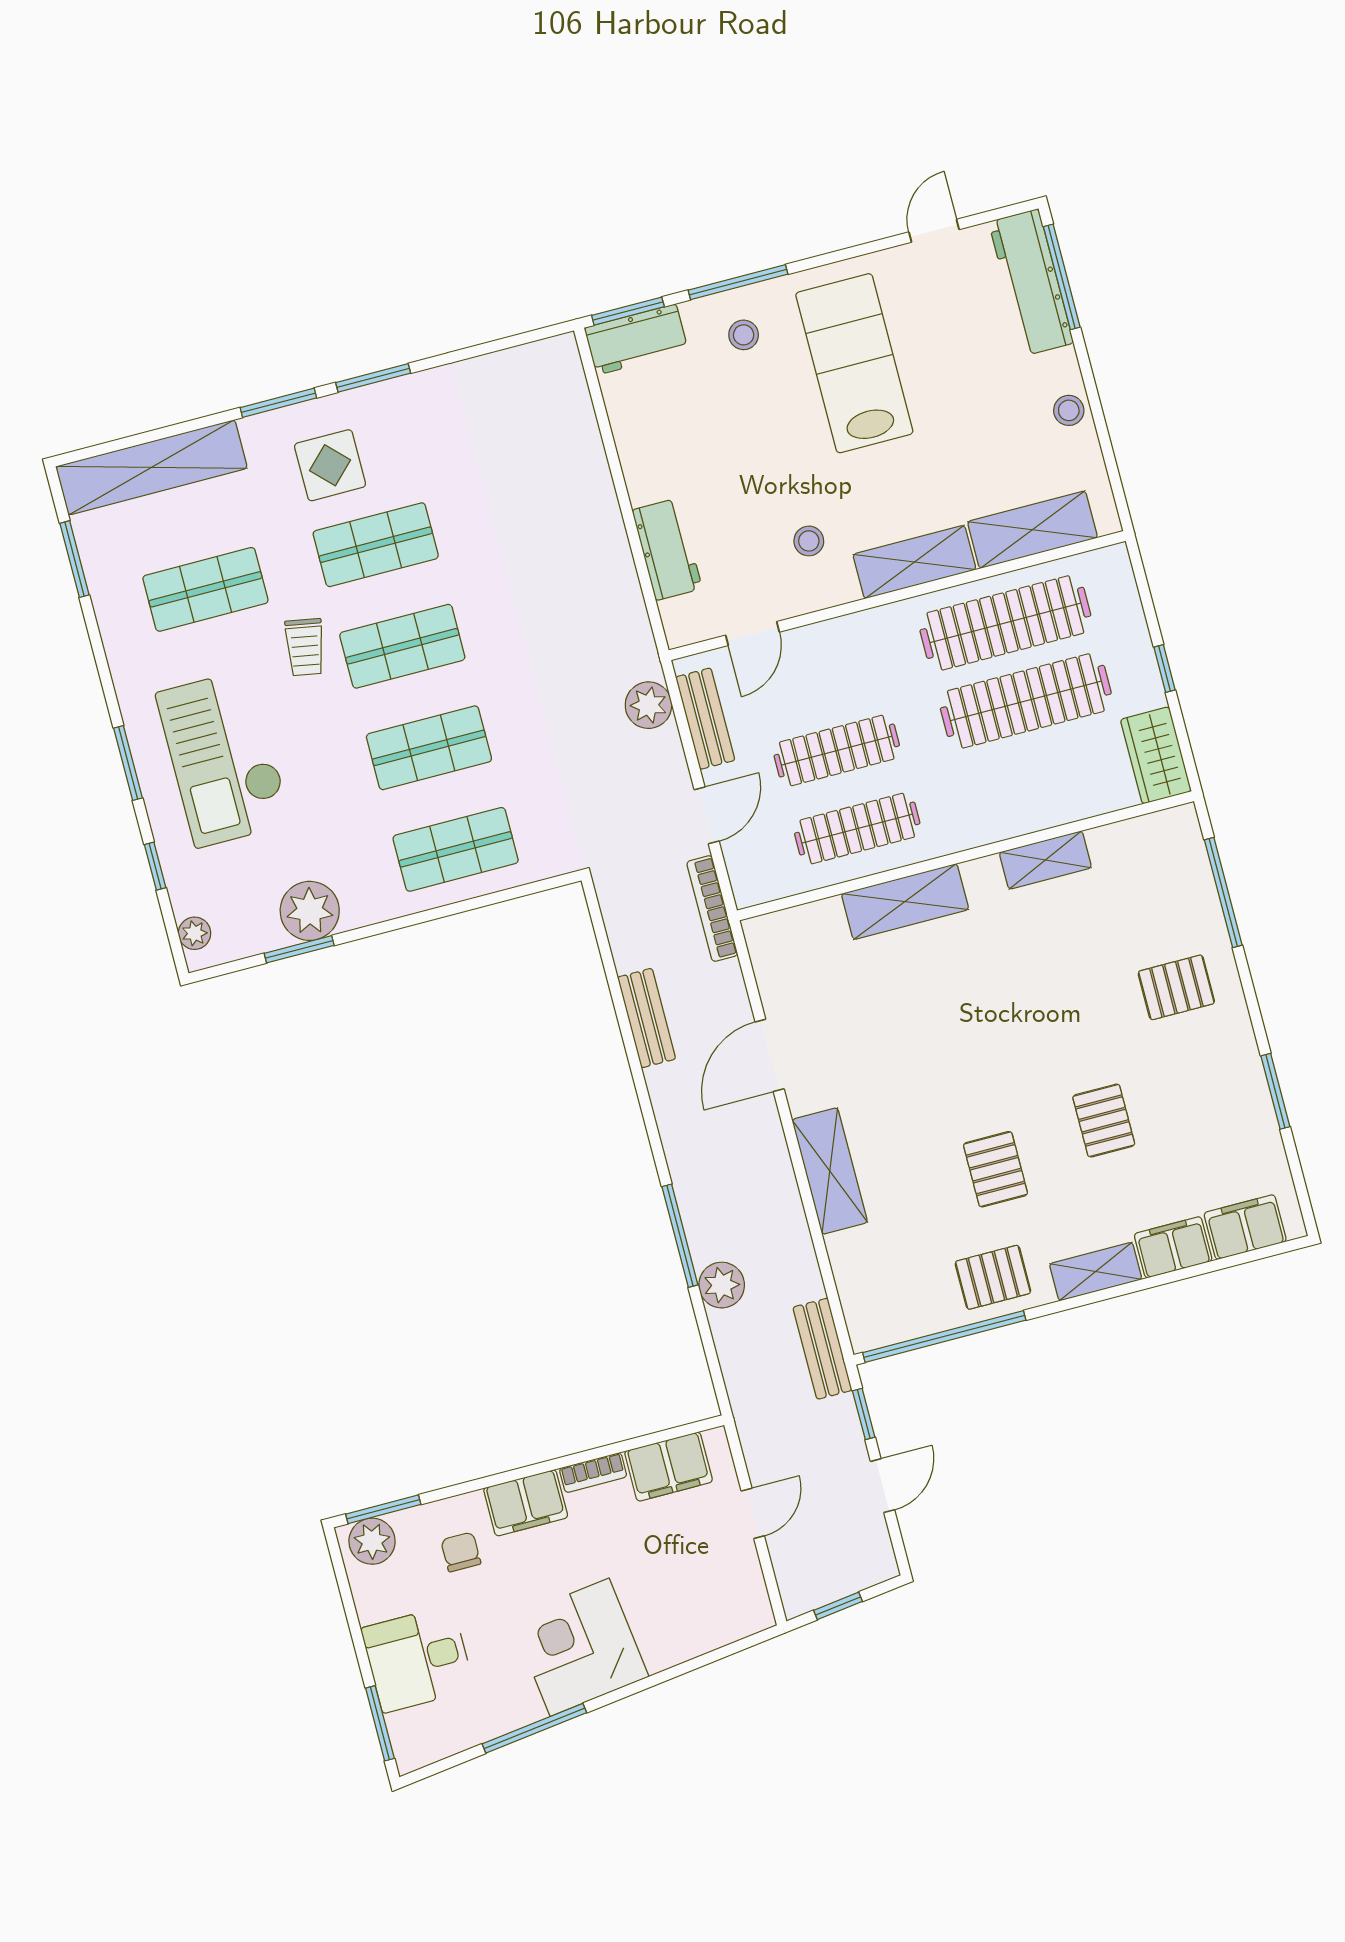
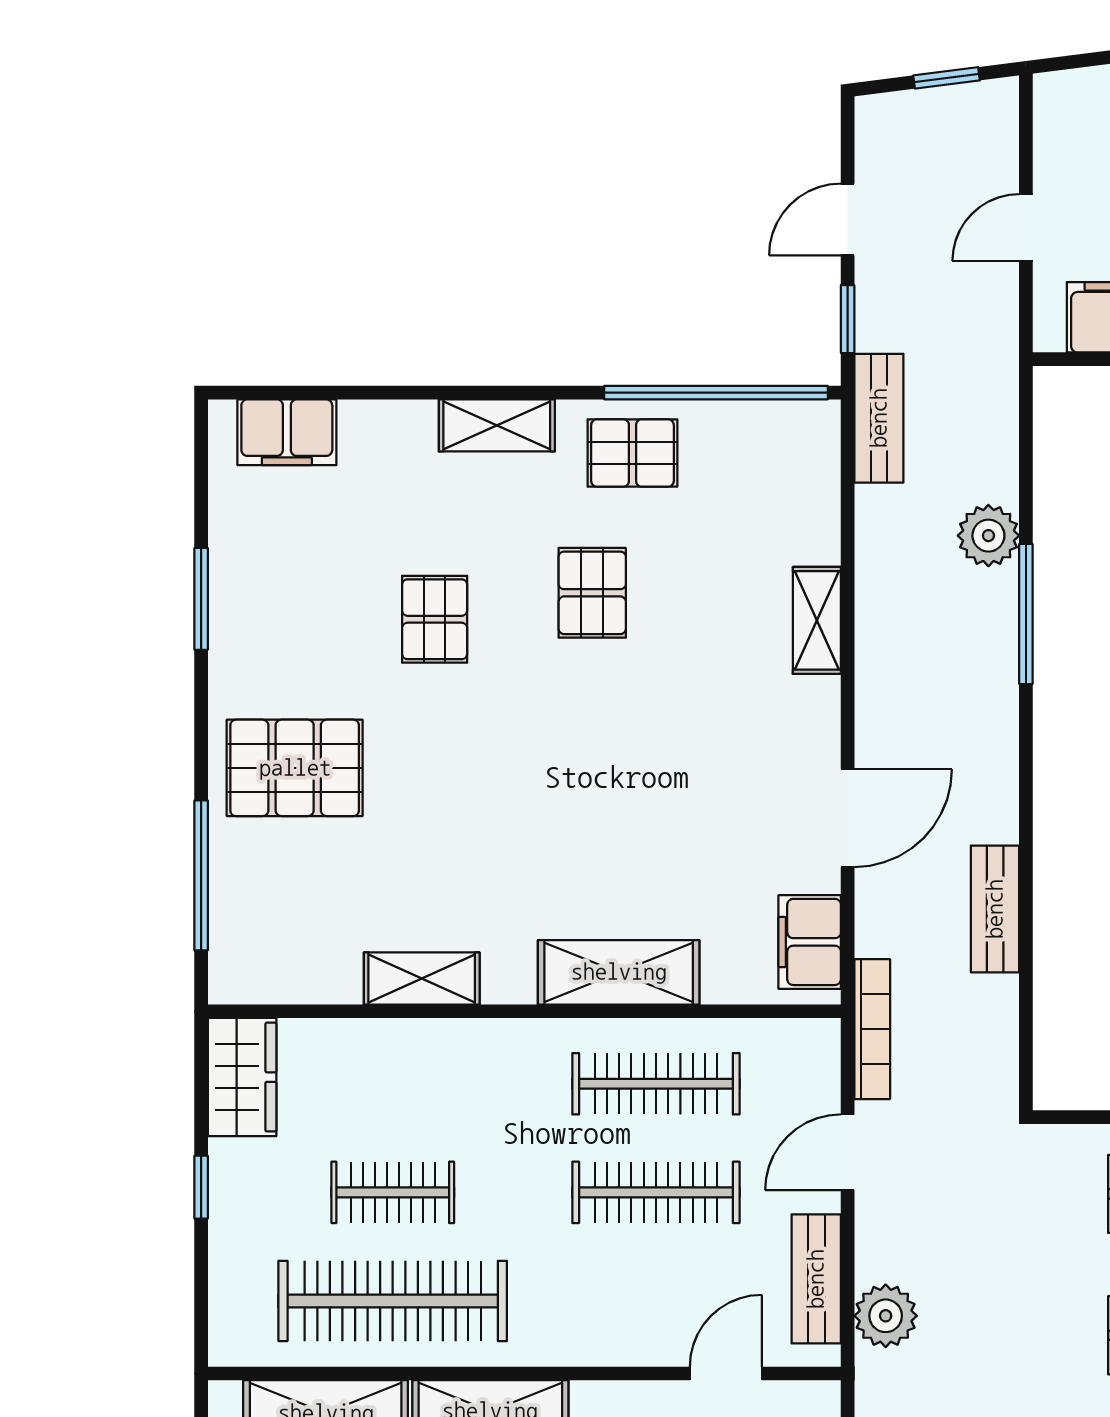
clothes rail: (1026, 701) -> (393, 1192), width x0.54, depth x0.76
pallet: (1176, 987) -> (295, 768), width x1.50, depth x1.42
shelving: (830, 1171) -> (817, 620), width x0.67, depth x0.75
filing cabinet: (1173, 1247) -> (810, 942), moved, turned 90

